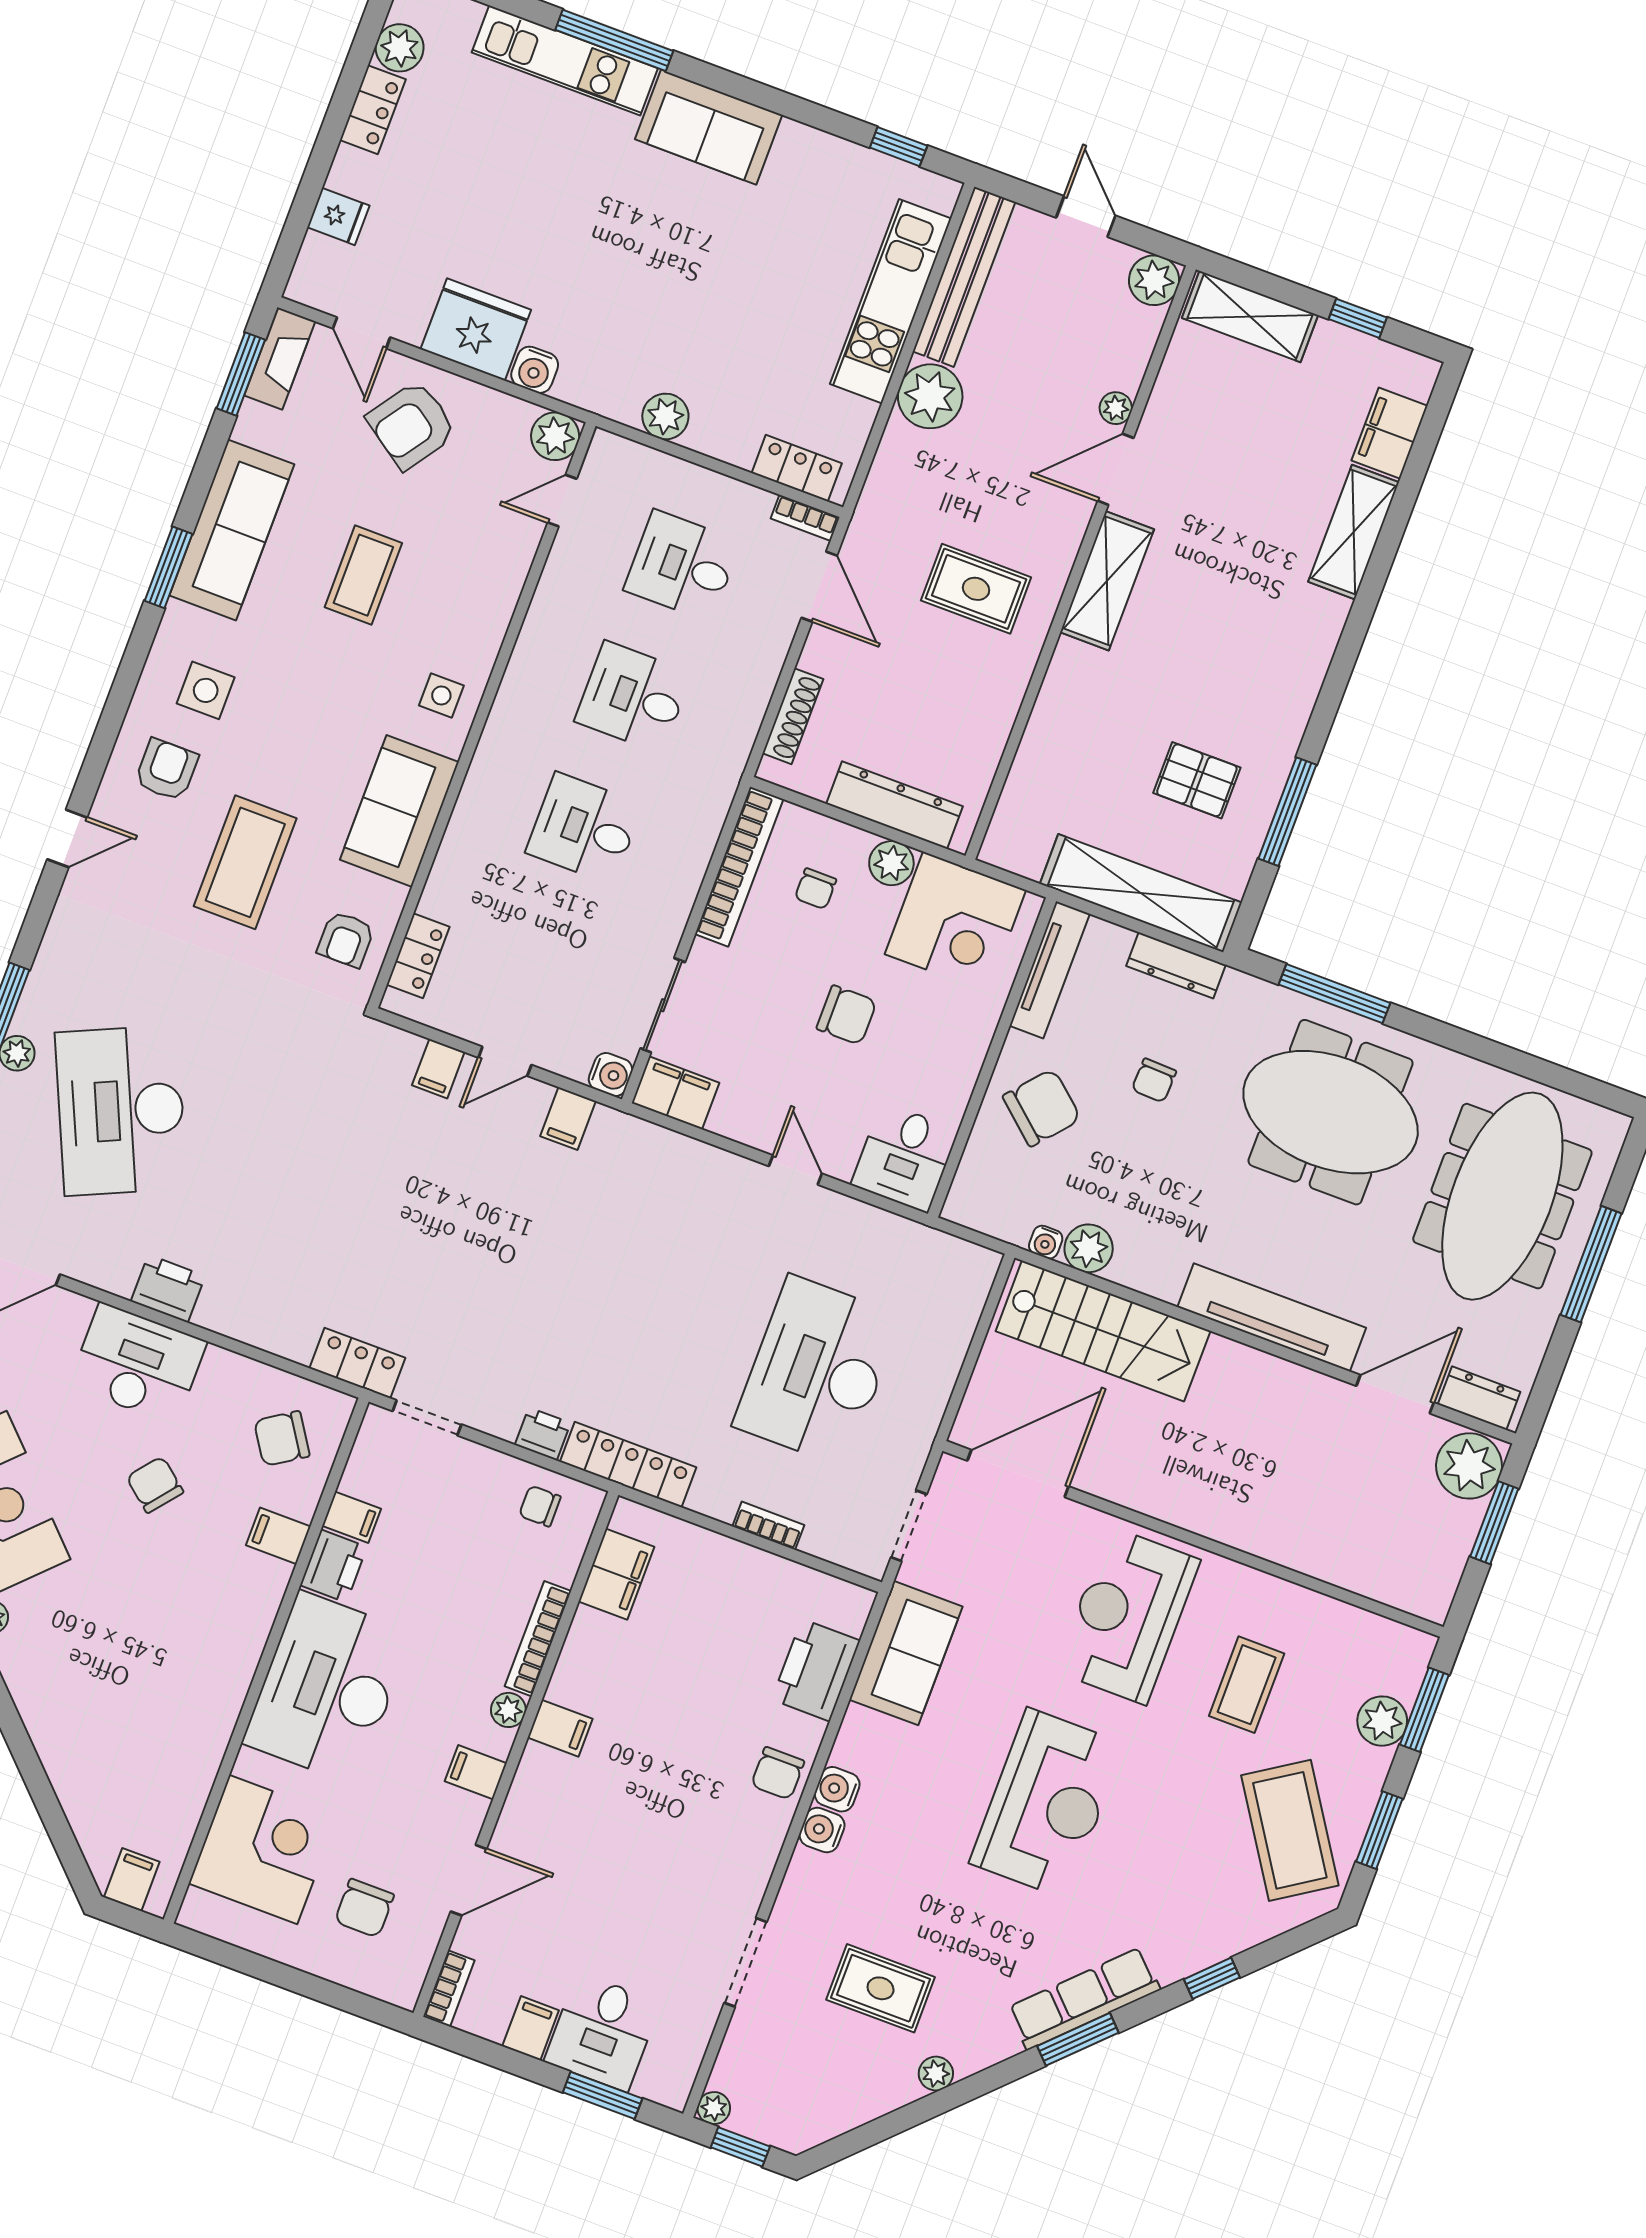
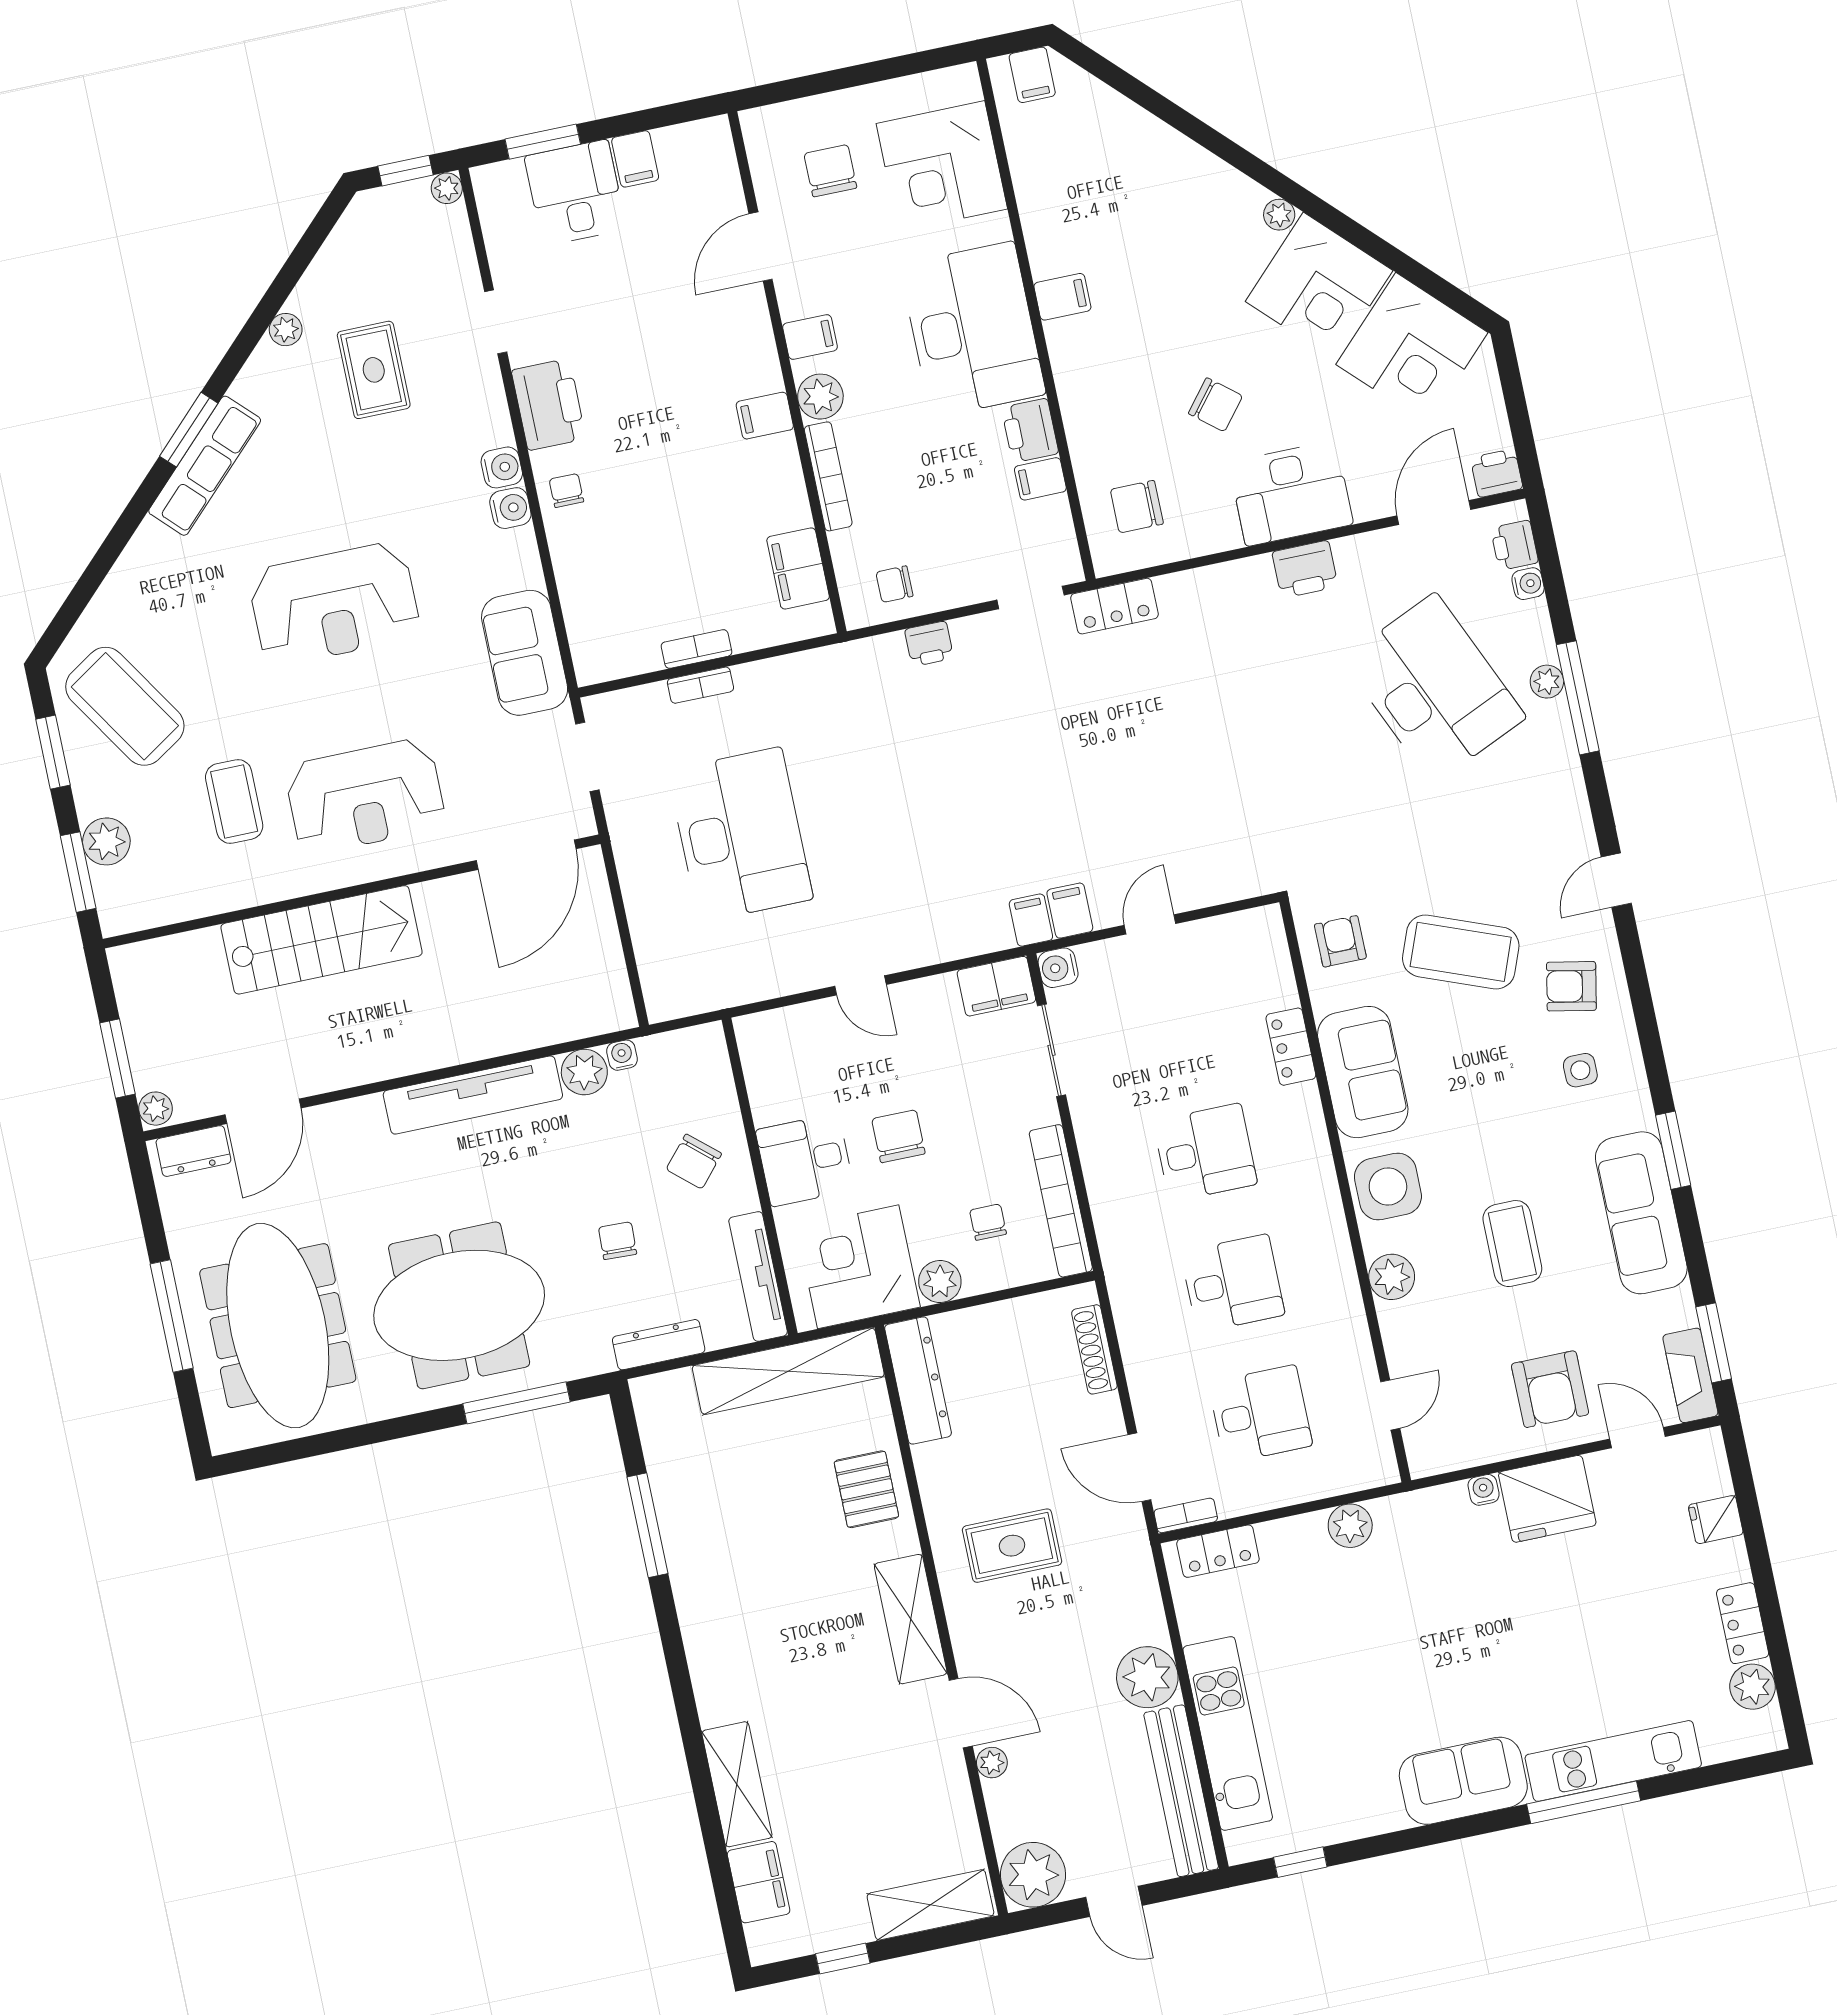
plant: (1154, 280) -> (1033, 1875), width x1.36, depth x1.36
water cooler: (535, 370) -> (1484, 1490), width x0.72, depth x0.72
armchair: (412, 425) -> (1550, 1389), turned 145
plant: (555, 436) -> (1392, 1277), moved
door: (1116, 469) -> (961, 1713), hinge flipped
side table: (206, 690) -> (1580, 1070), width x0.73, depth x0.73
side table: (441, 695) -> (1388, 1186), width x1.87, depth x1.87
armchair: (166, 770) -> (1571, 986), turned 101
pallet: (1197, 780) -> (866, 1489), moved, turned 90
dresser: (895, 805) -> (918, 1381), moved, turned -90
coffee table: (245, 862) -> (1461, 952), turned -69
shelving: (1141, 893) -> (788, 1371), moved
locker: (418, 956) -> (1291, 1047), moved
chair: (847, 1015) -> (898, 1136), turned 90
filing cabinet: (438, 1069) -> (1031, 920), moved
chair: (1042, 1108) -> (694, 1161), width x0.73, depth x0.73
desk: (905, 1157) -> (805, 1160), moved, turned -90
tv unit: (1272, 1317) -> (473, 1095), moved
stairs: (1103, 1331) -> (322, 940), moved, turned 180
chair: (282, 1439) -> (1137, 507), turned -147
locker: (628, 1465) -> (845, 663), removed
plant: (1469, 1466) -> (156, 1109), width x0.53, depth x0.53
chair: (540, 1506) -> (894, 584), turned 180
filing cabinet: (278, 1536) -> (1062, 297), moved
reception desk: (1128, 1616) -> (365, 796), turned 90
printer: (816, 1670) -> (549, 404), moved
plant: (508, 1710) -> (820, 397), width x1.38, depth x1.38
chair: (778, 1773) -> (566, 491), width x0.73, depth x0.73
reception desk: (1047, 1803) -> (334, 604), turned -90
doorway: (746, 1962) -> (496, 322), width x0.73
window: (1212, 1978) -> (112, 547), removed
bookcase: (449, 1988) -> (697, 649), moved, turned 90
rug: (881, 1988) -> (374, 370), turned 90

